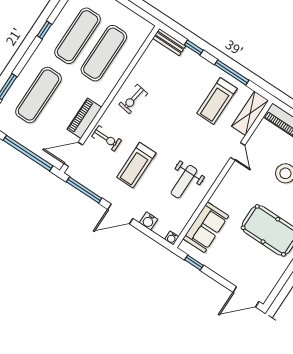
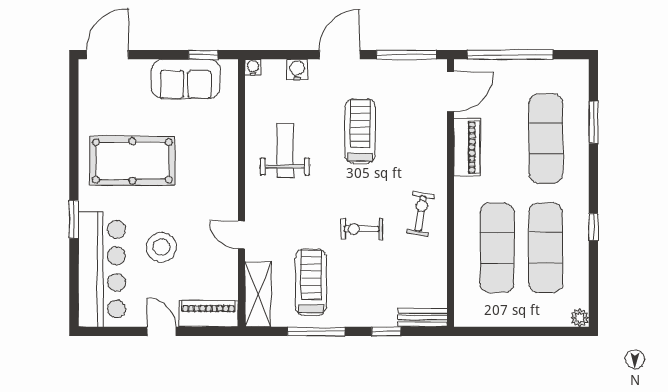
exercise bike: (107, 138) -> (362, 229), moved
sofa: (206, 227) -> (186, 79), moved, turned -90

